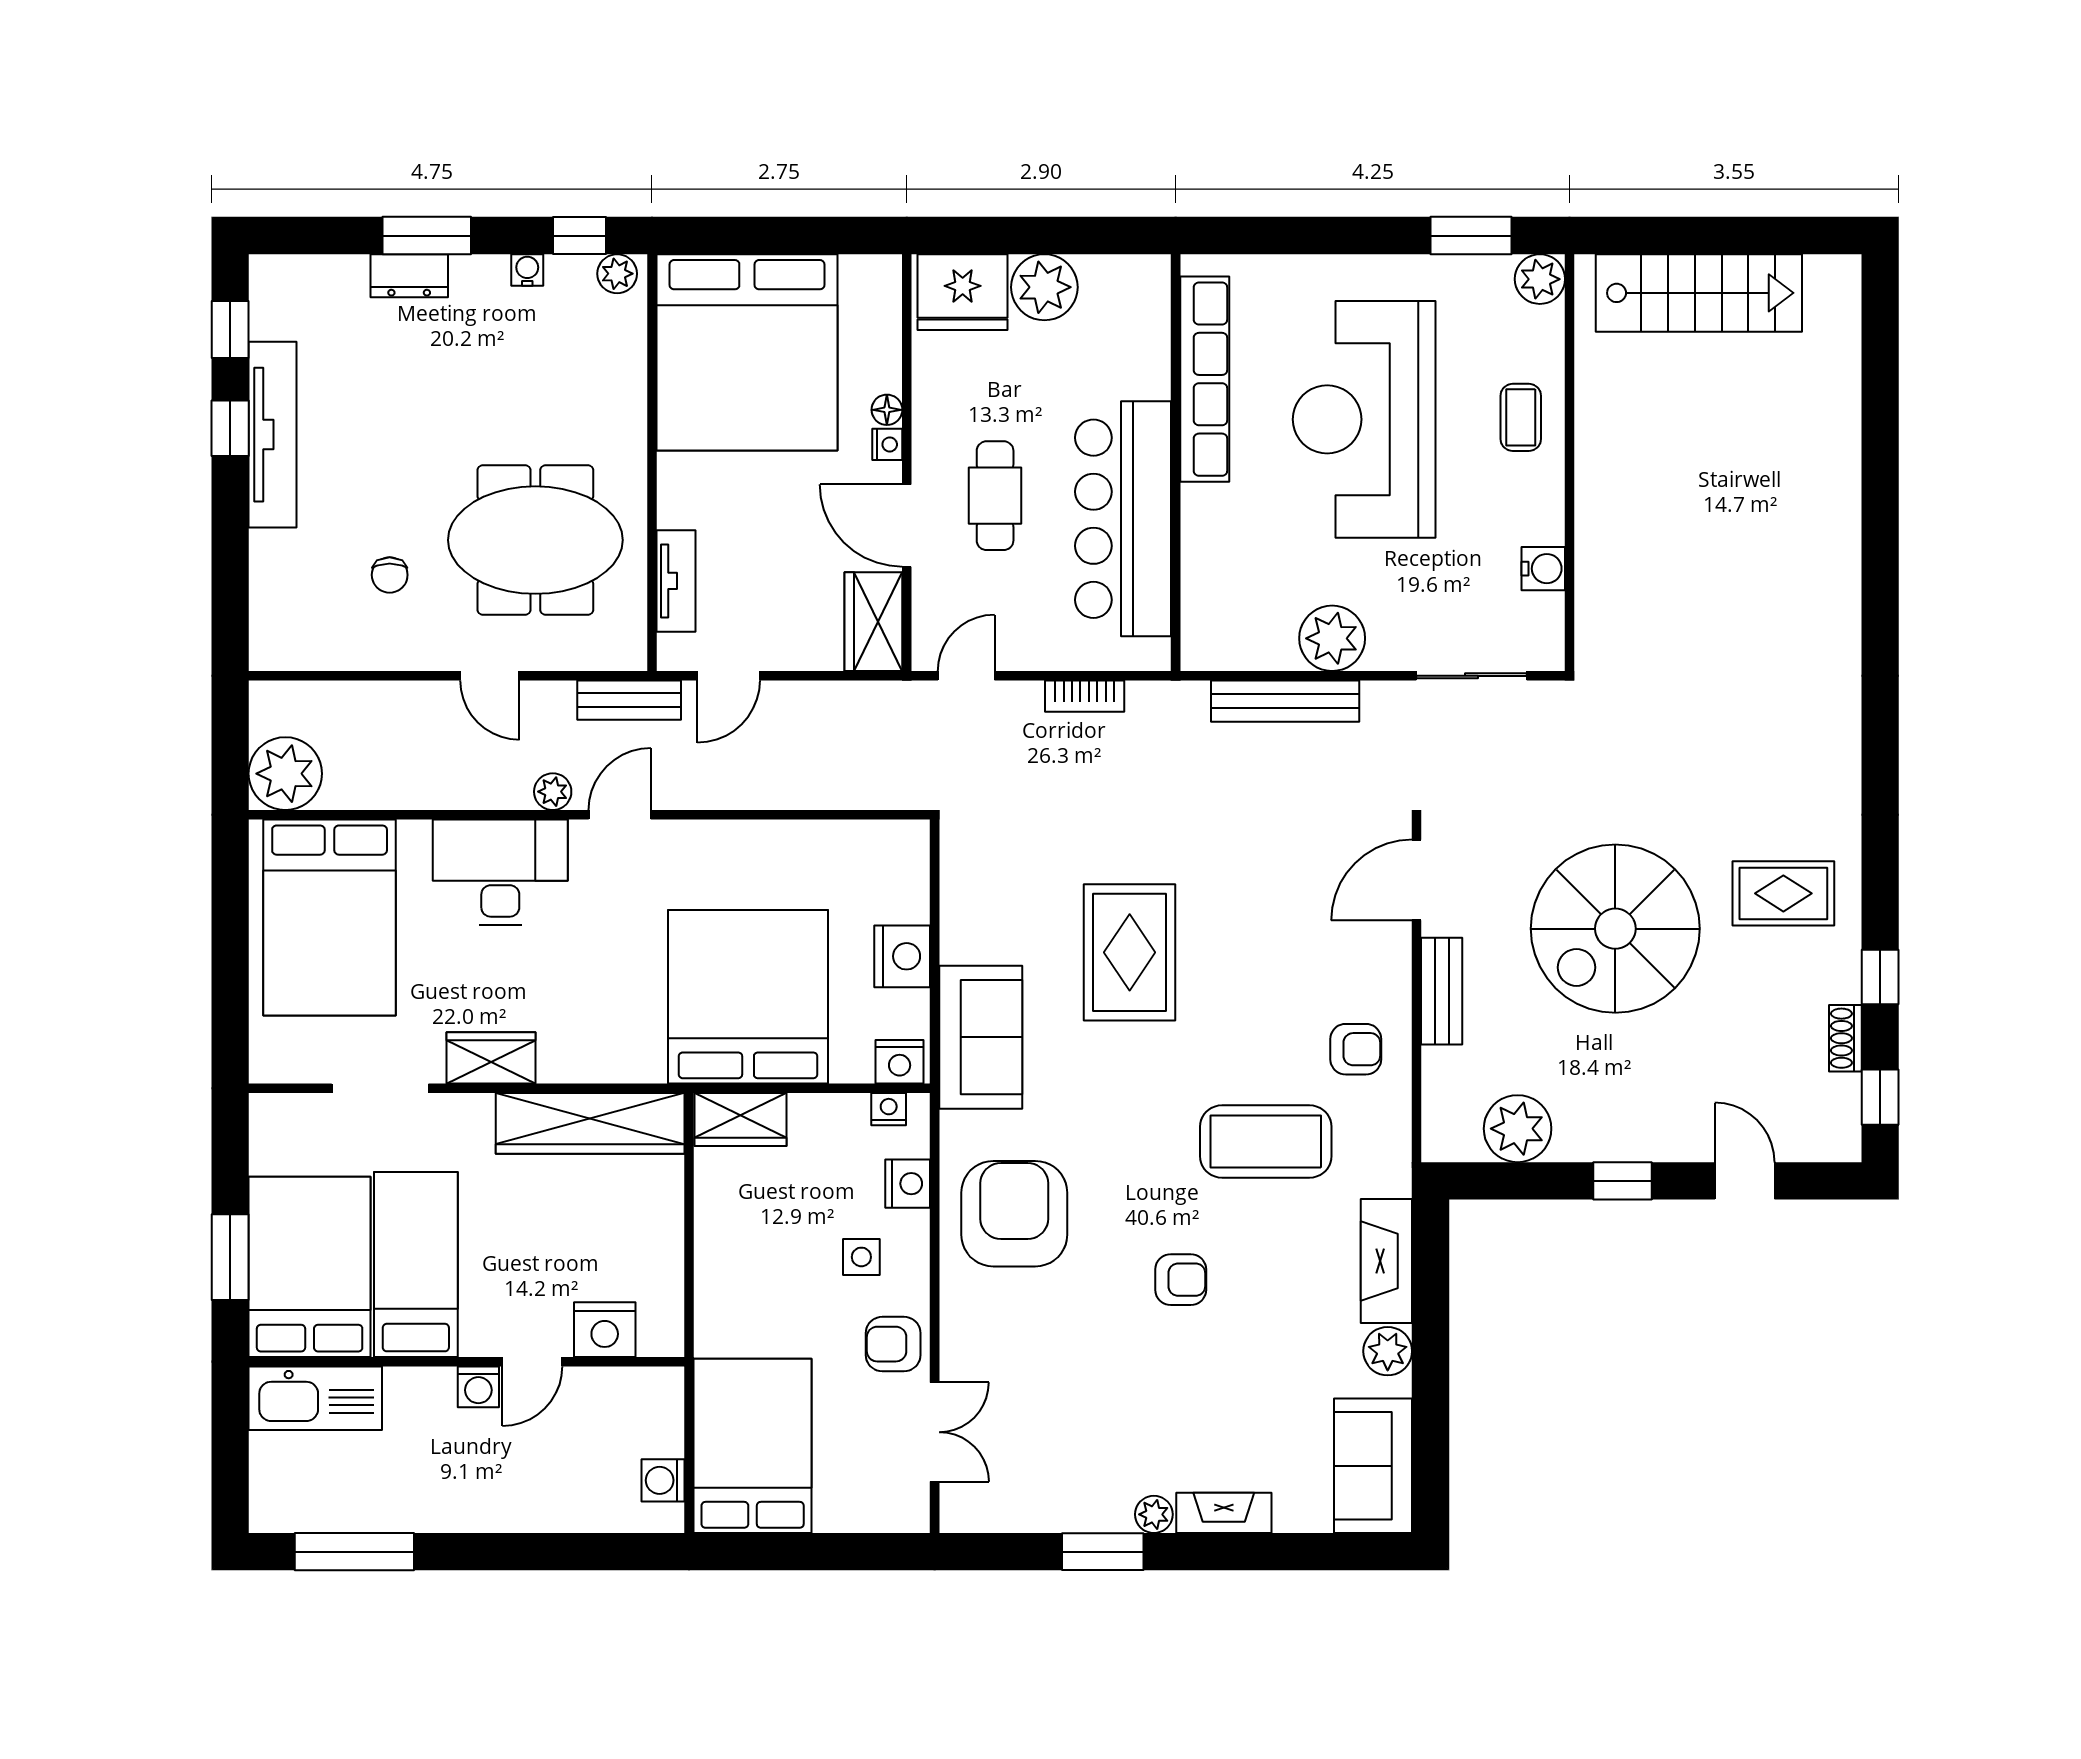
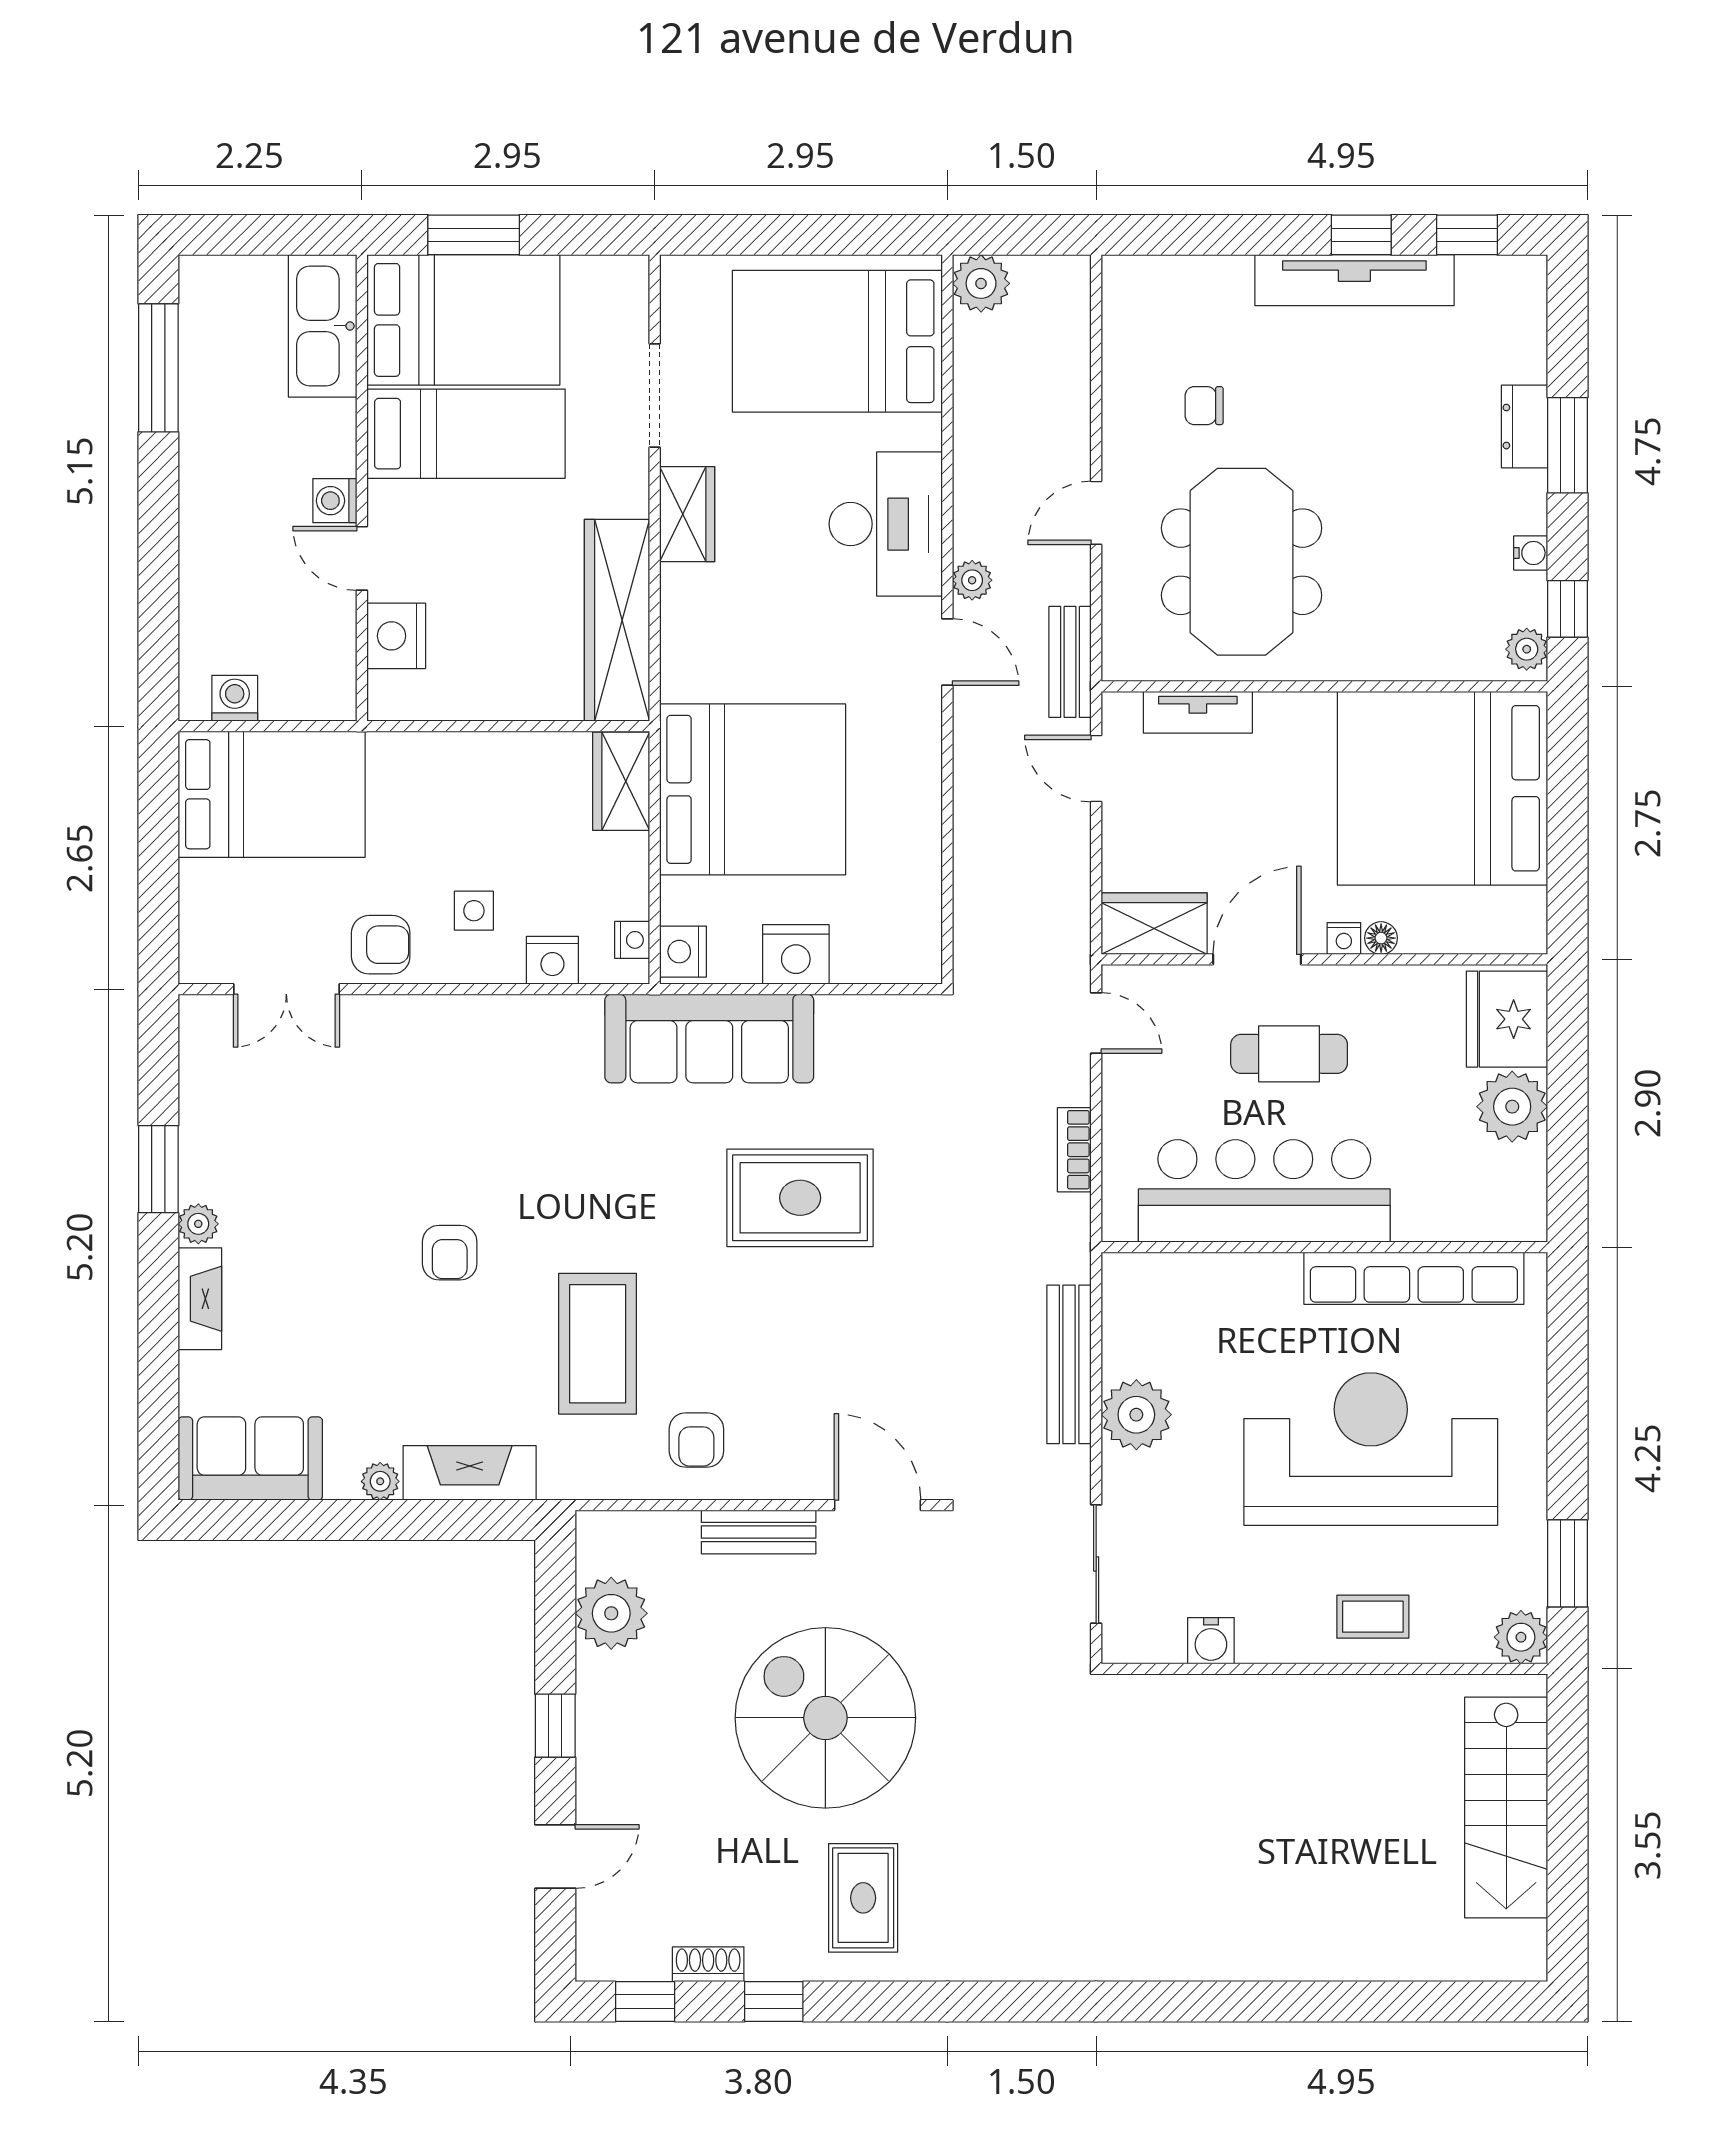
plant: (285, 774) -> (981, 283), width x0.73, depth x0.73
sofa: (981, 1037) -> (709, 1038), width x1.36
armchair: (1014, 1214) -> (520, 1074), removed
armchair: (893, 1344) -> (381, 945), turned 90
plant: (1388, 1351) -> (380, 1481), width x0.73, depth x0.73

